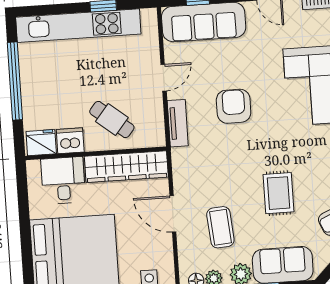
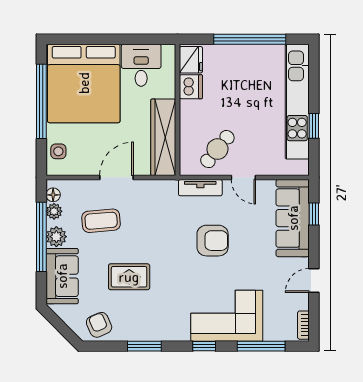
cafe table: (112, 119) -> (217, 149), moved
desk: (63, 180) -> (141, 65), moved, turned -90

